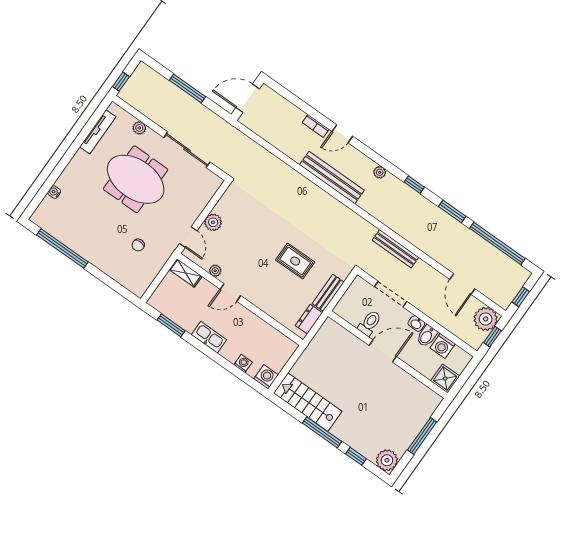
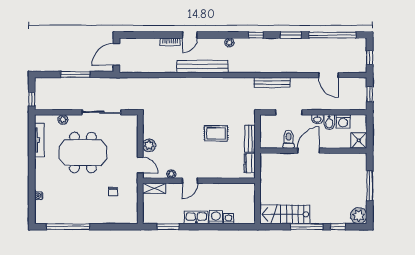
plant: (486, 319) -> (358, 86), removed
washing machine: (266, 377) -> (216, 217), moved

